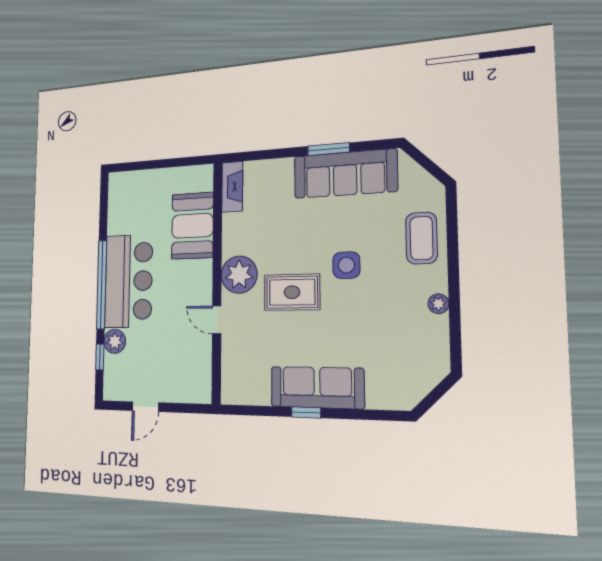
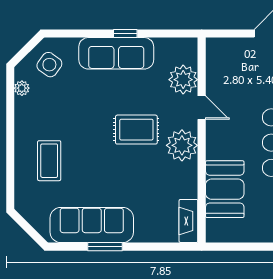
coffee table: (421, 238) -> (49, 161), moved
side table: (346, 265) -> (49, 65), moved, turned 36
plant: (438, 304) -> (22, 88), moved
plant: (237, 354) -> (183, 80), added

